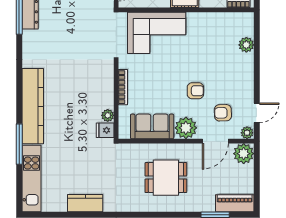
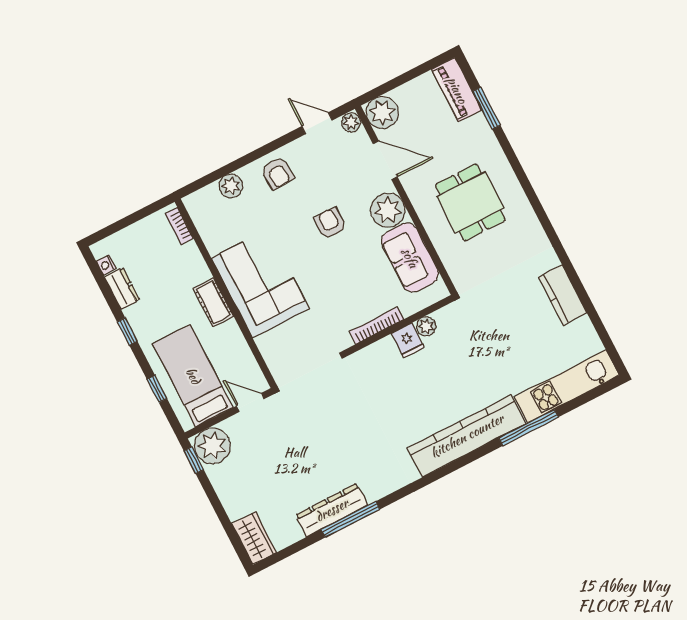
corner sofa: (157, 33) -> (260, 283), moved
armchair: (223, 113) -> (277, 173), moved
fridge: (105, 130) -> (408, 340), moved

